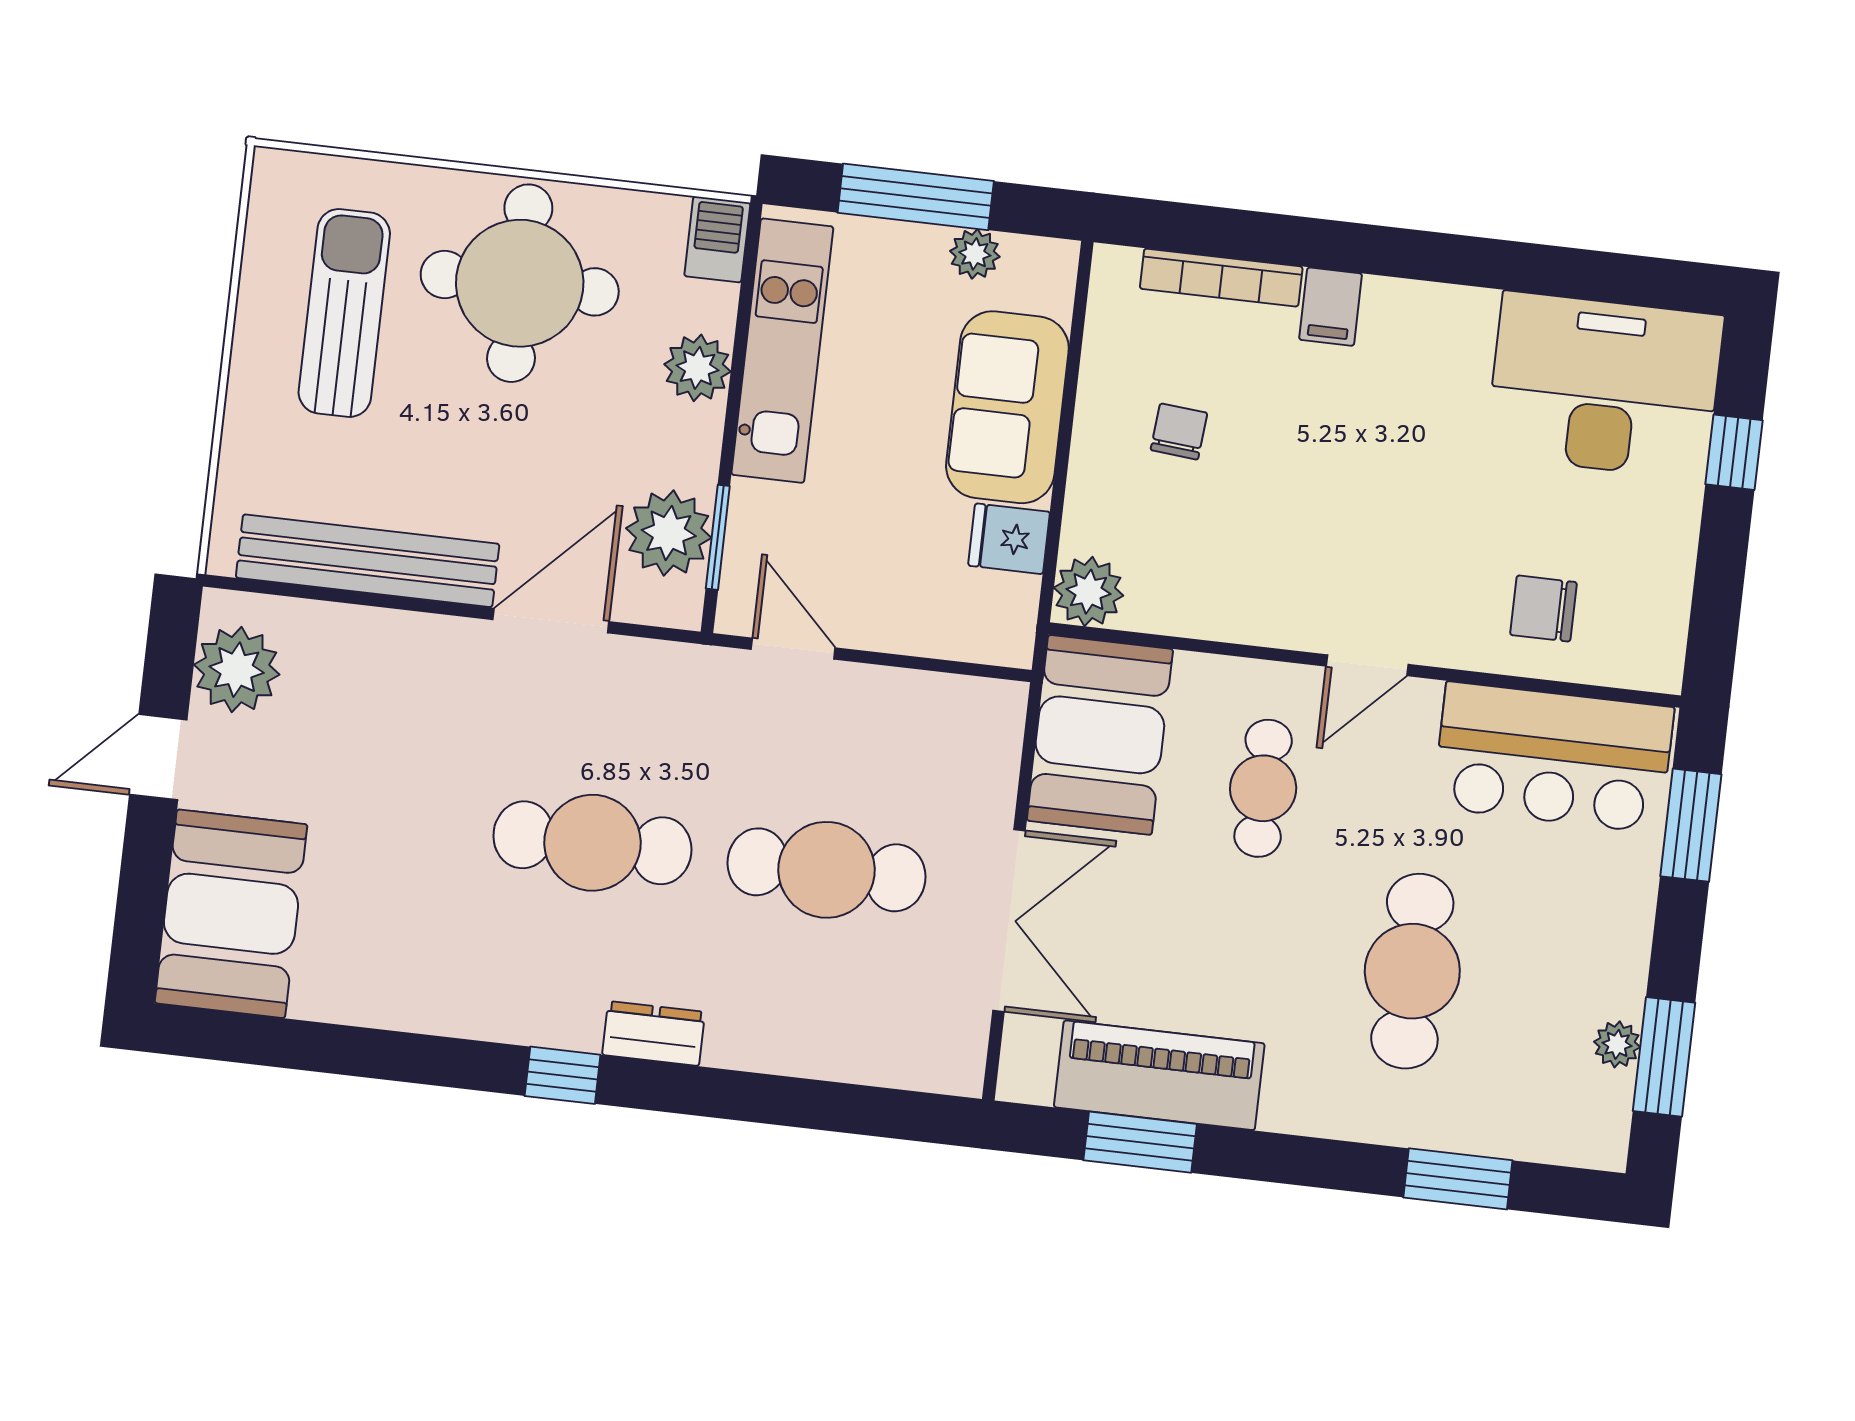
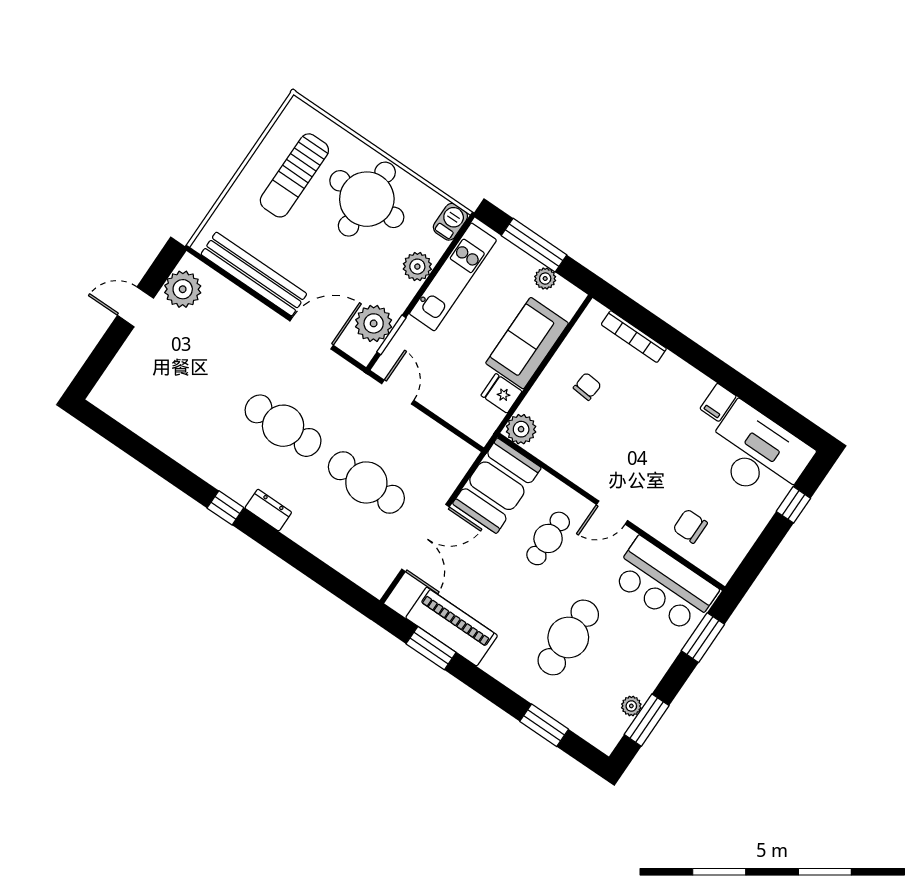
filing cabinet: (1331, 307) -> (718, 402), moved
sun lounger: (344, 313) -> (294, 175), turned 180
booth: (231, 914) -> (132, 381), removed

